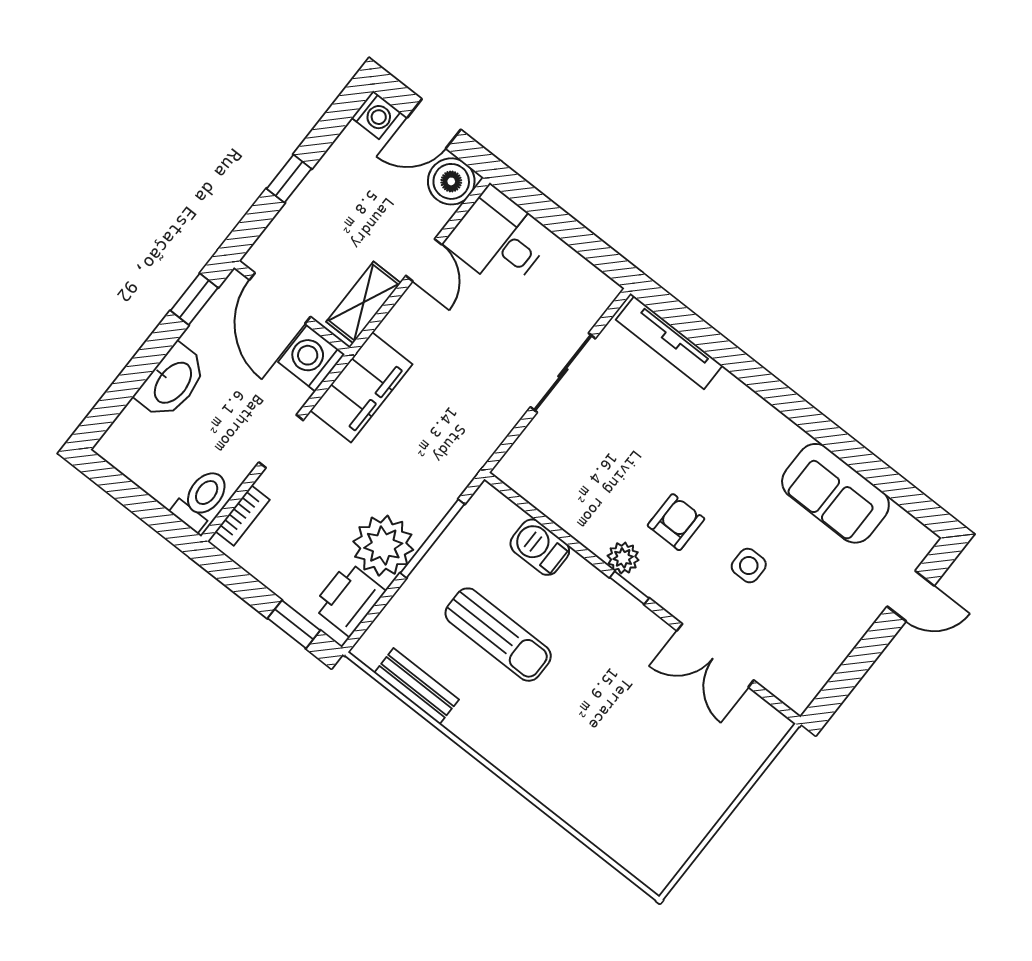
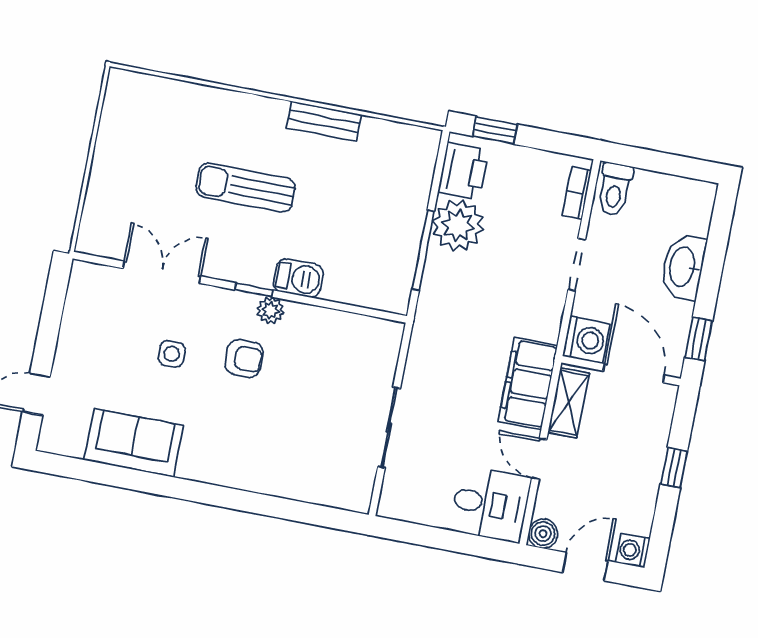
boiler: (451, 181) -> (543, 534), width x0.73, depth x0.73
tv unit: (669, 343) -> (320, 492), removed
filing cabinet: (361, 387) -> (528, 383), moved
armchair: (676, 522) -> (244, 358), turned -90
barbecue: (540, 547) -> (298, 278), moved
sun lounger: (498, 635) -> (245, 188), moved
bench: (417, 686) -> (324, 121), moved

